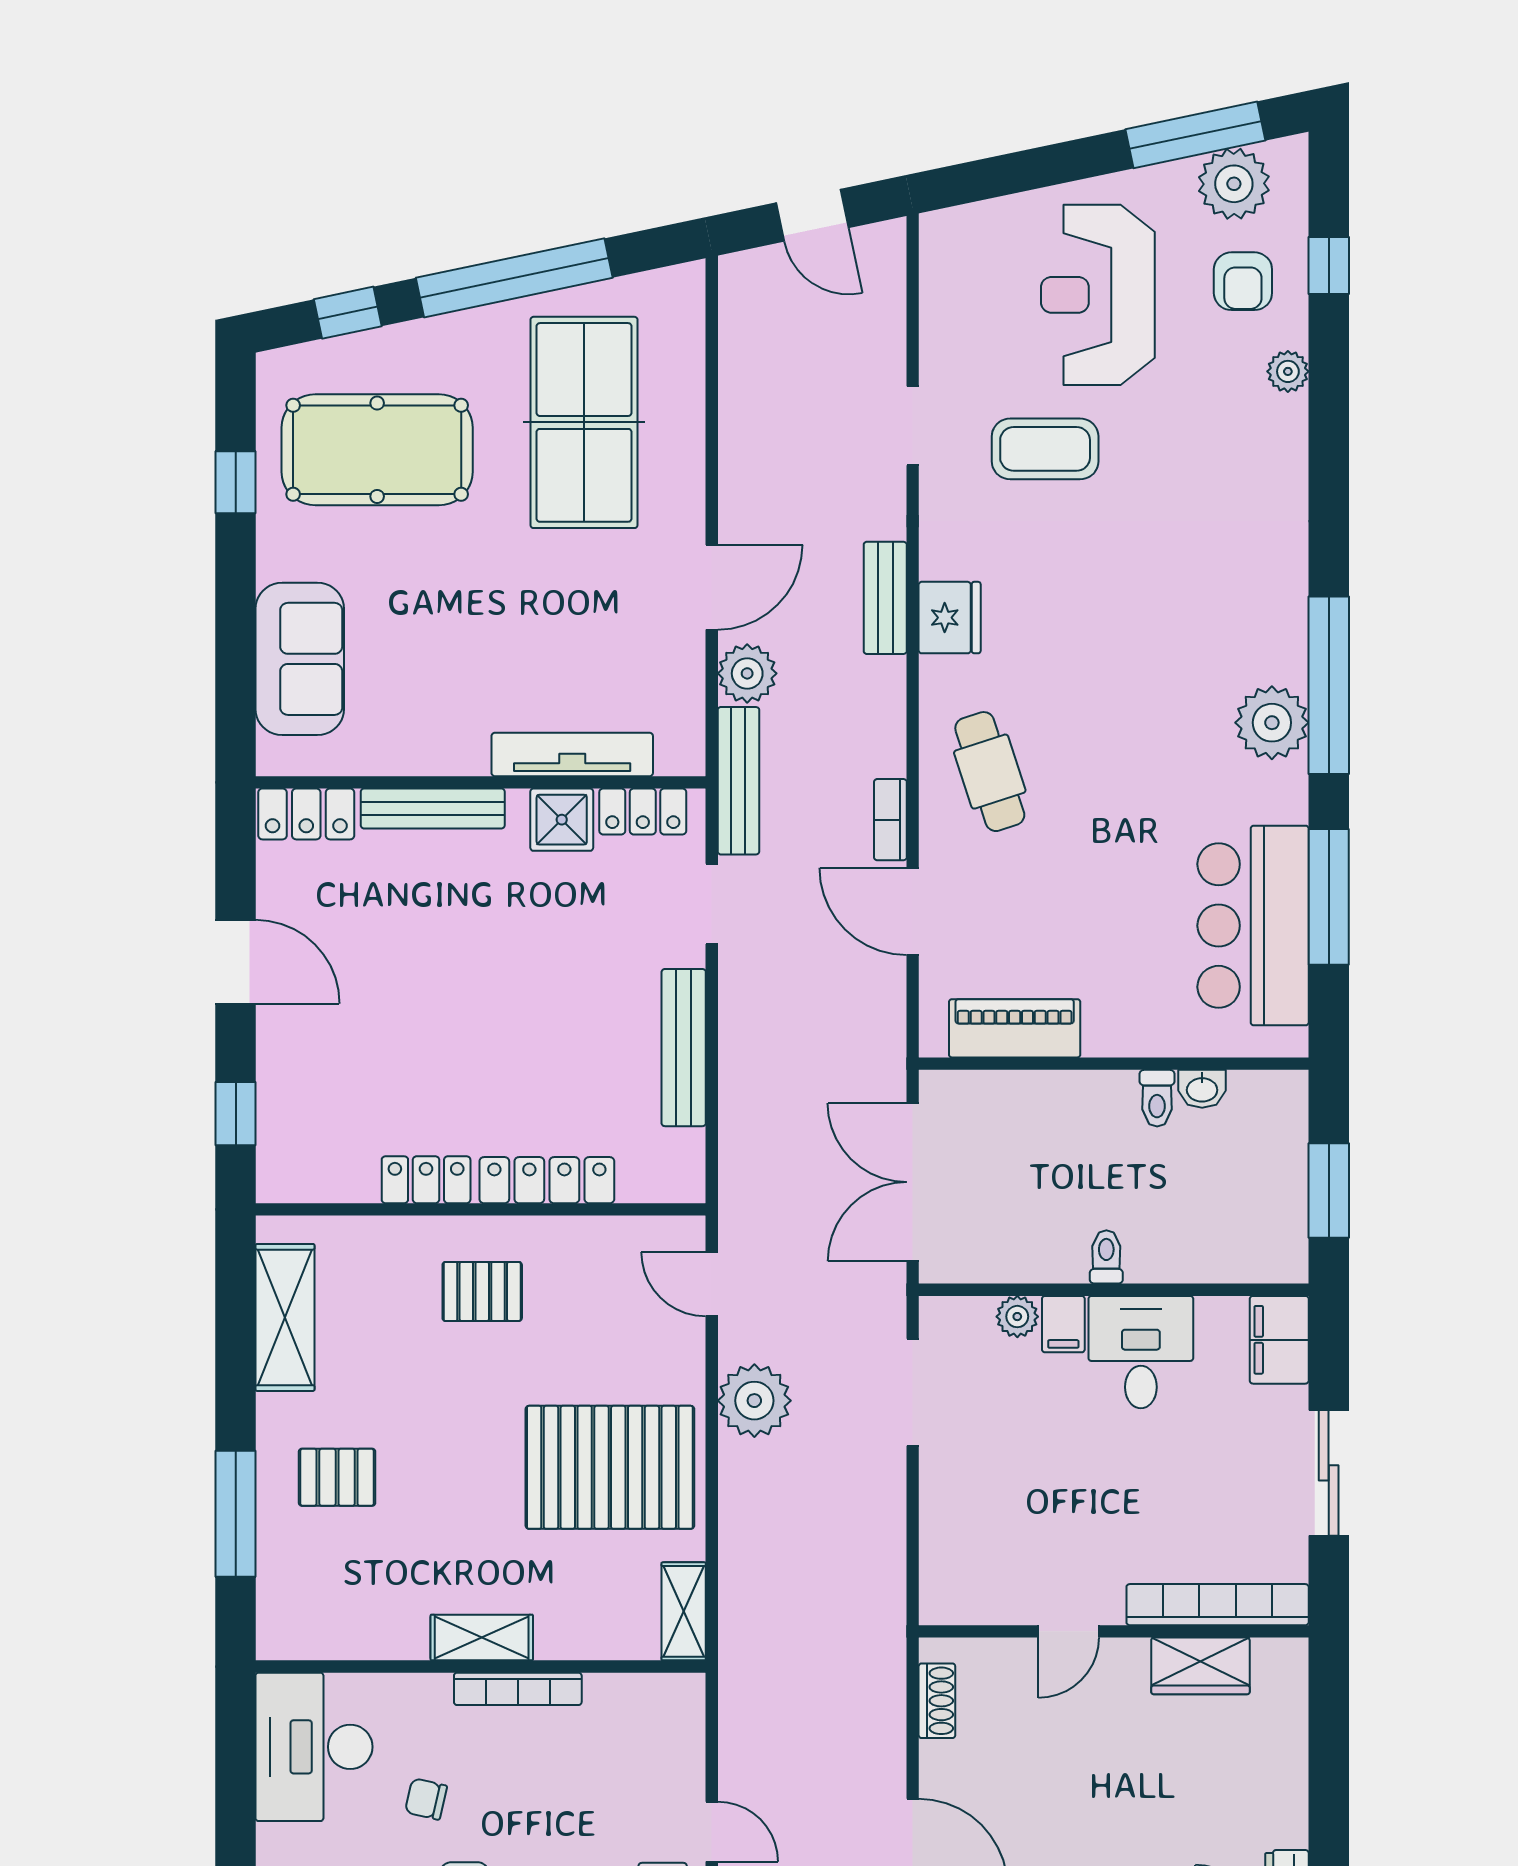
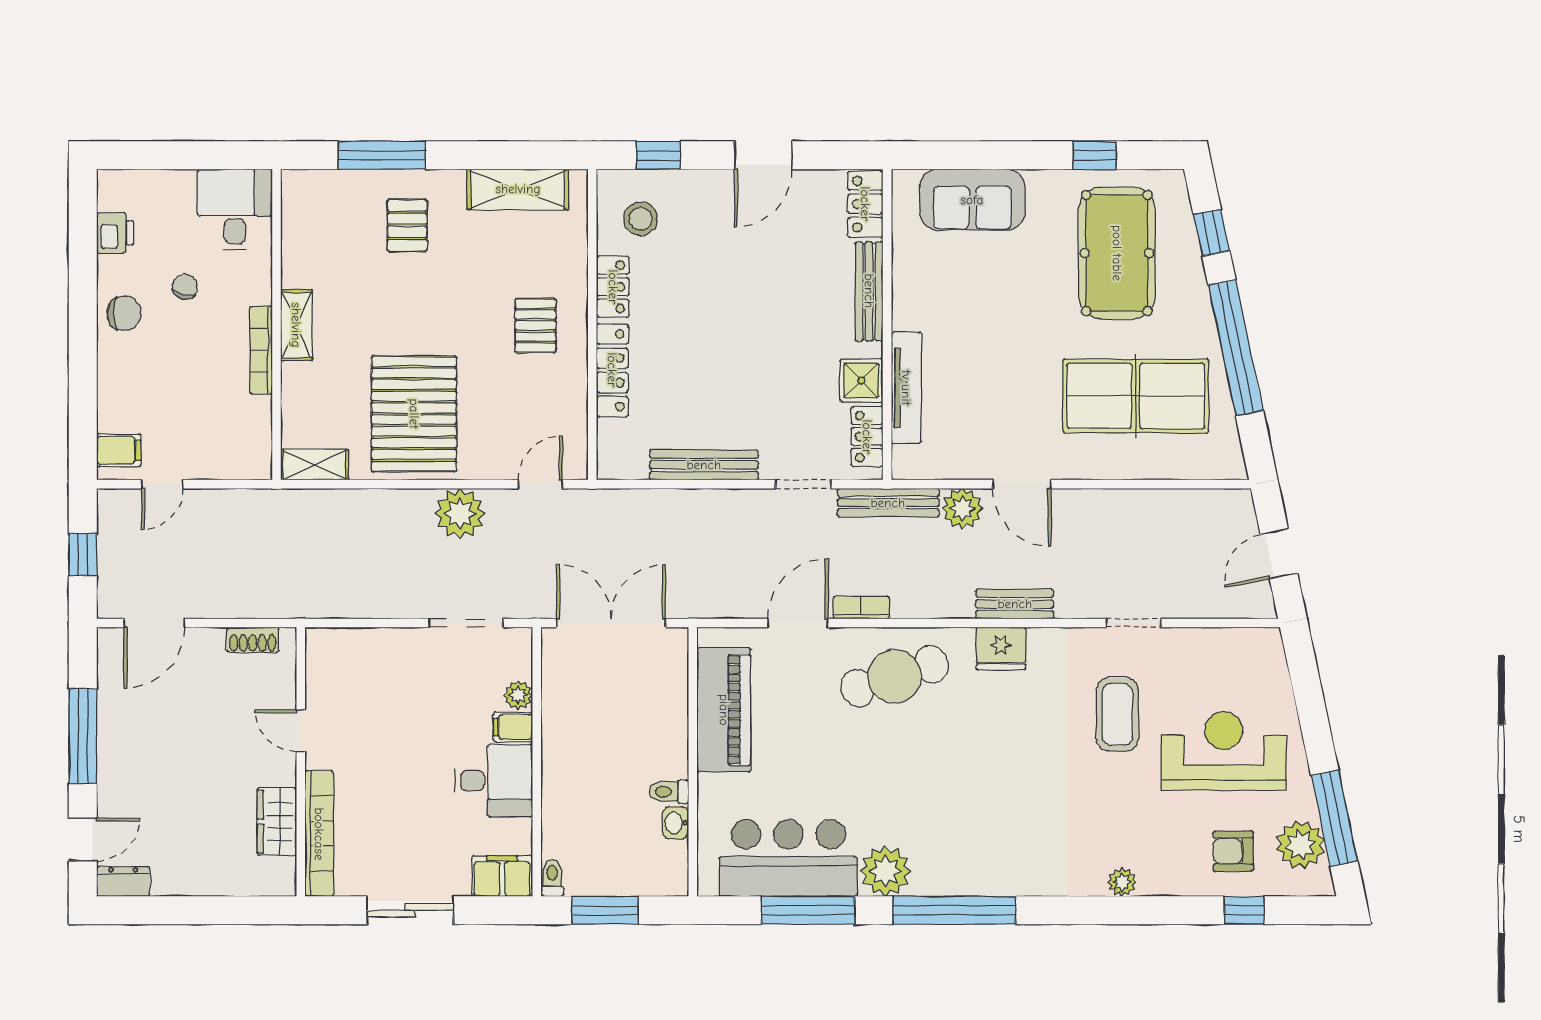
plant: (1288, 371) -> (1122, 882), moved
plant: (1272, 723) -> (885, 871), moved
cafe table: (990, 772) -> (895, 676), width x1.37, depth x1.35
piano: (1015, 1028) -> (724, 710), width x1.37, depth x1.33
stool: (327, 1139) -> (641, 219), added
toilet: (1106, 1257) -> (552, 878), moved, turned -90
desk: (314, 1747) -> (235, 209), width x0.73

